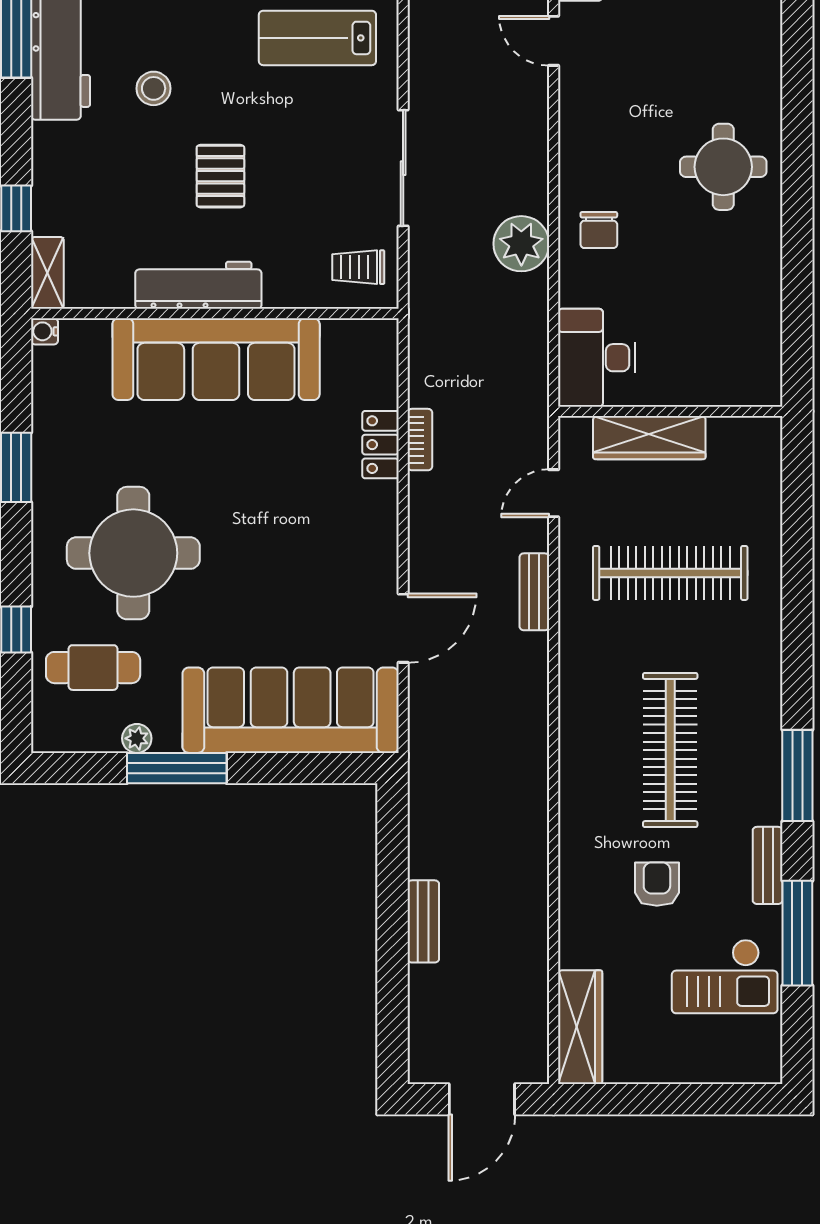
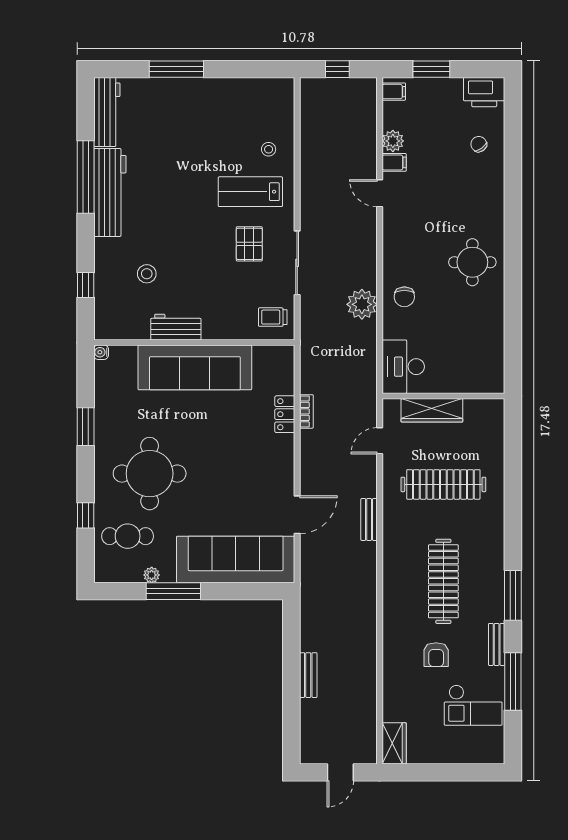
stool: (154, 88) -> (147, 274), moved
pallet: (220, 176) -> (249, 244), moved
shelving: (47, 273) -> (103, 320), removed
workbench: (198, 285) -> (176, 327), width x0.73
bench: (534, 592) -> (369, 519), moved
armchair: (657, 884) -> (436, 655), turned 180
wardrobe: (580, 1027) -> (394, 743), width x0.67
door: (482, 1099) -> (340, 772), width x0.73

